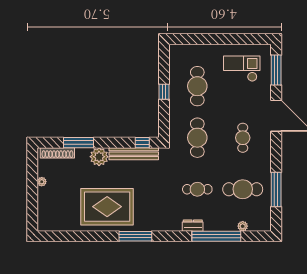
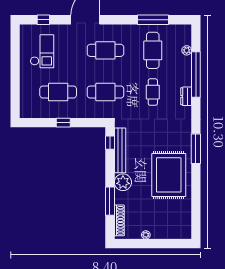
checkout: (242, 69) -> (42, 51), turned 180
window: (276, 70) -> (43, 20), width x0.46
cafe table: (243, 138) -> (105, 50), width x1.37, depth x1.35

